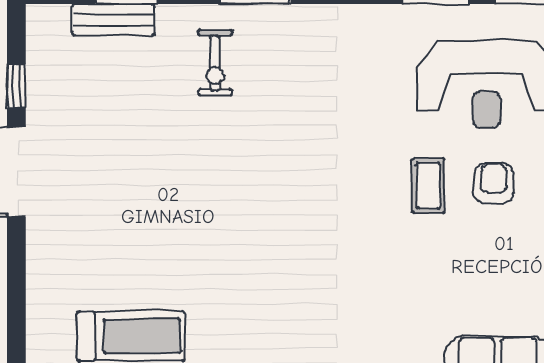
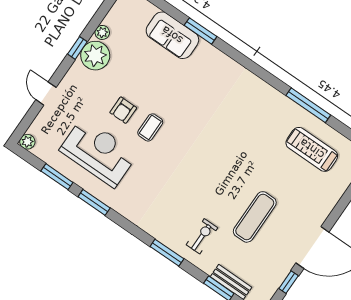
exercise mat: (149, 156) -> (255, 217), added

